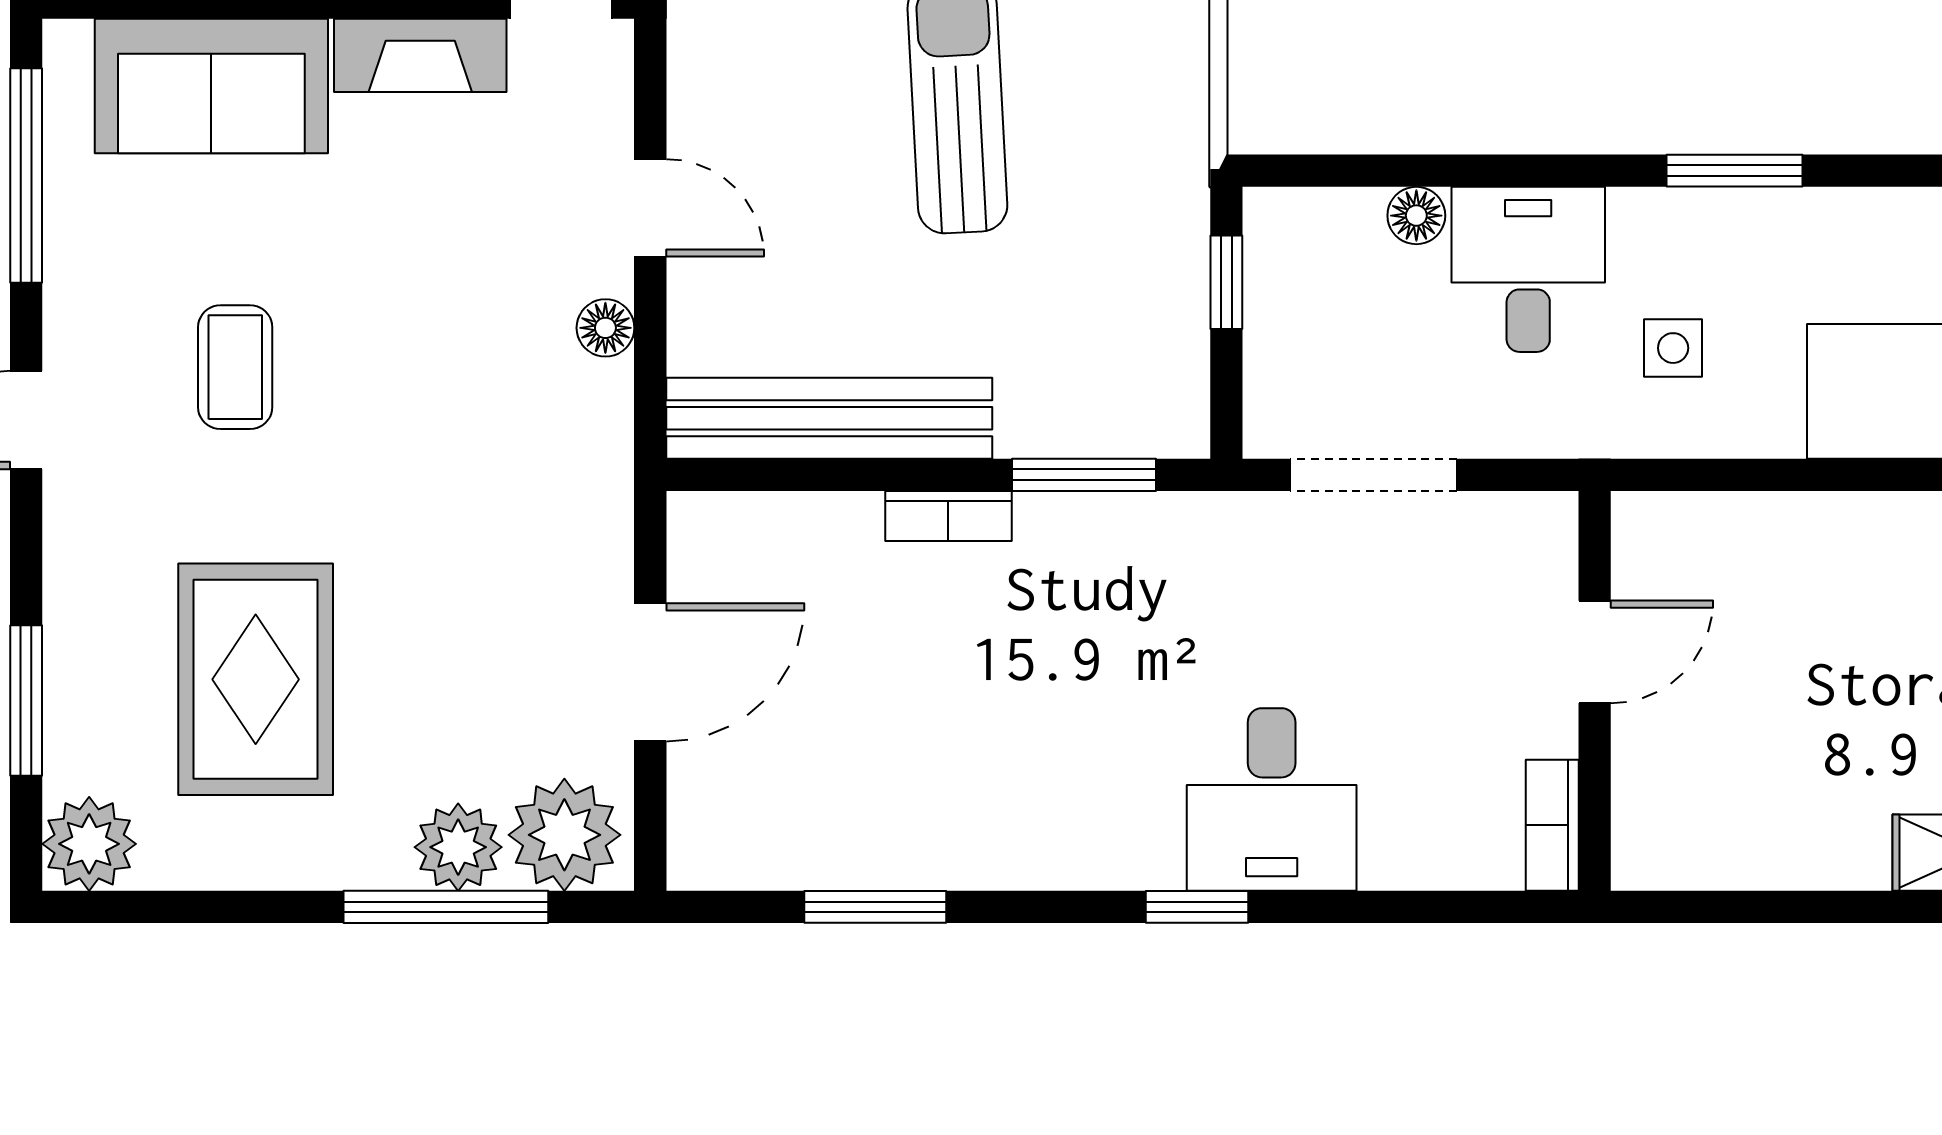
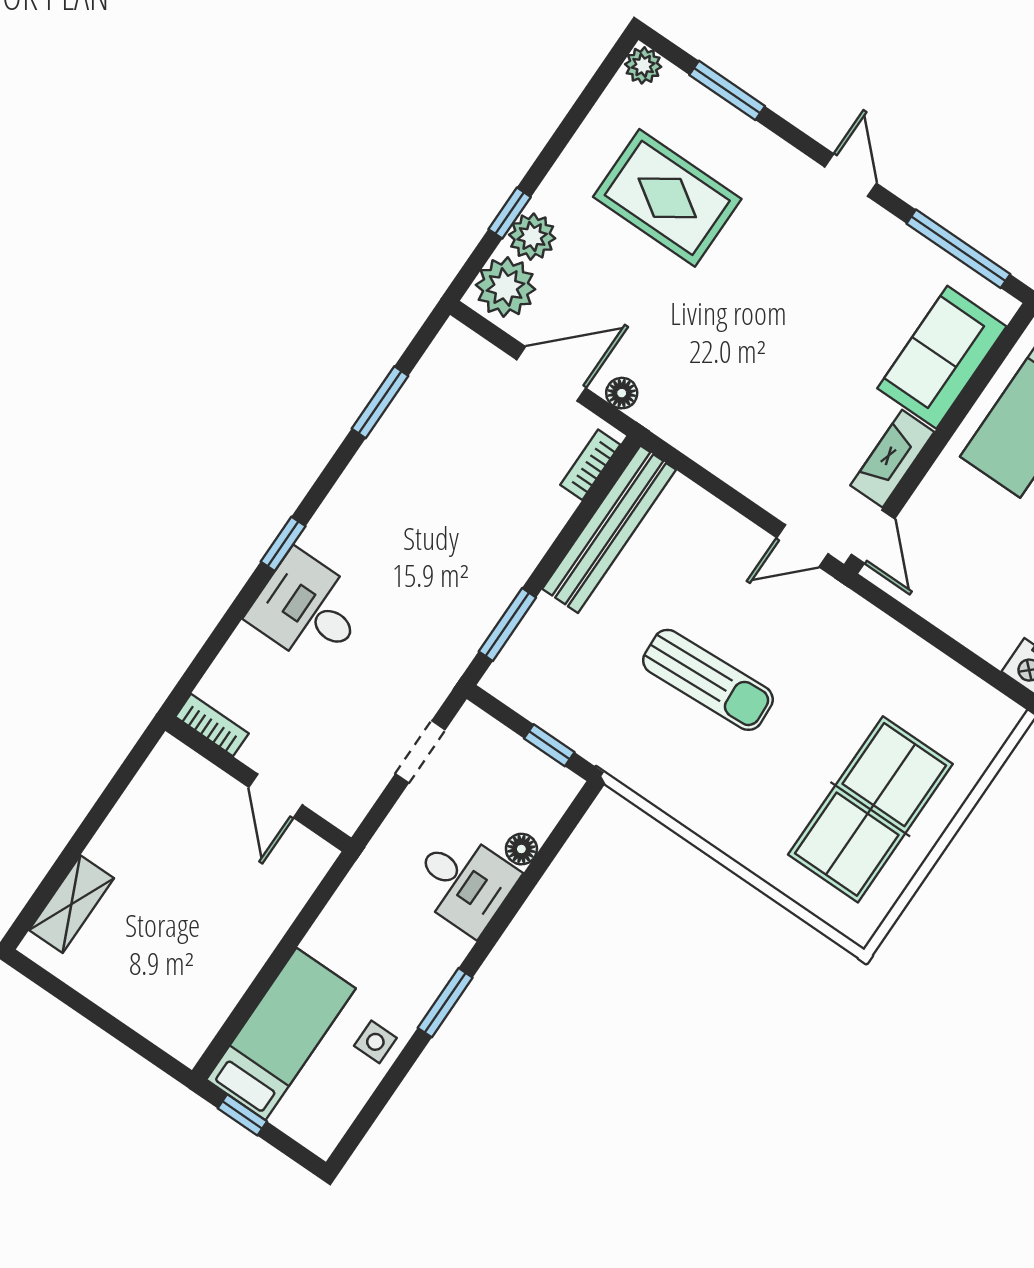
door: (650, 208) -> (802, 546), moved
floor lamp: (605, 328) -> (622, 393), moved
side table: (1673, 348) -> (375, 1042), moved
coffee table: (235, 367) -> (811, 283), removed
doorway: (1373, 475) -> (420, 752), width x0.73
bookcase: (948, 516) -> (590, 465), moved
door: (650, 672) -> (551, 374), swing flipped
plant: (89, 844) -> (643, 65), width x0.73, depth x0.73
window: (446, 907) -> (510, 213), width x0.46

